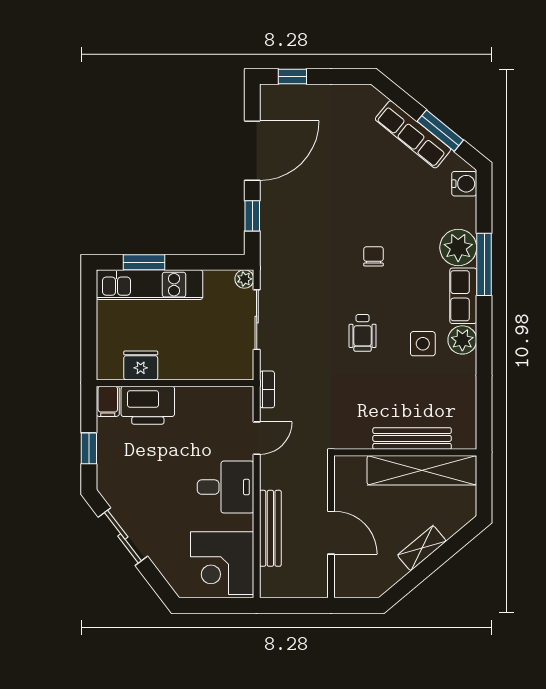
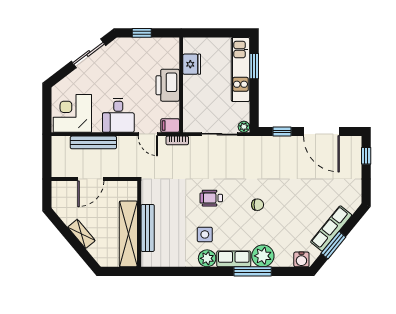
filing cabinet: (108, 401) -> (170, 125), moved
printer: (148, 405) -> (168, 85), moved

